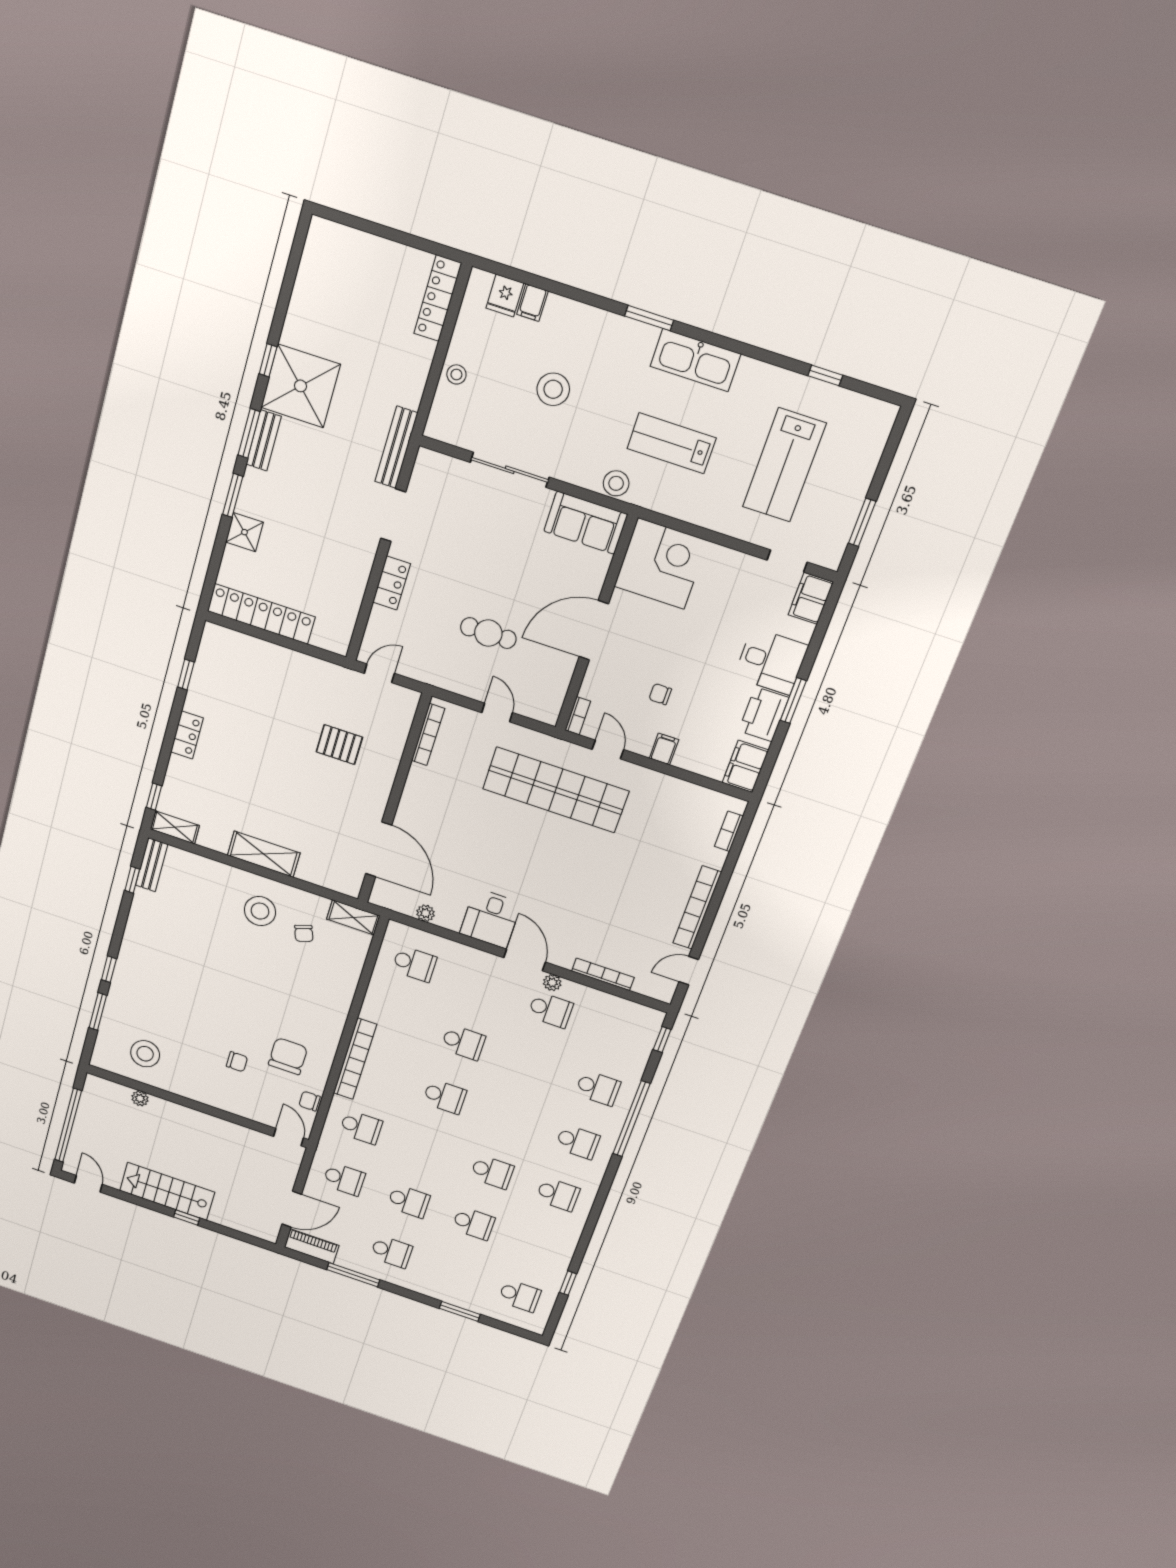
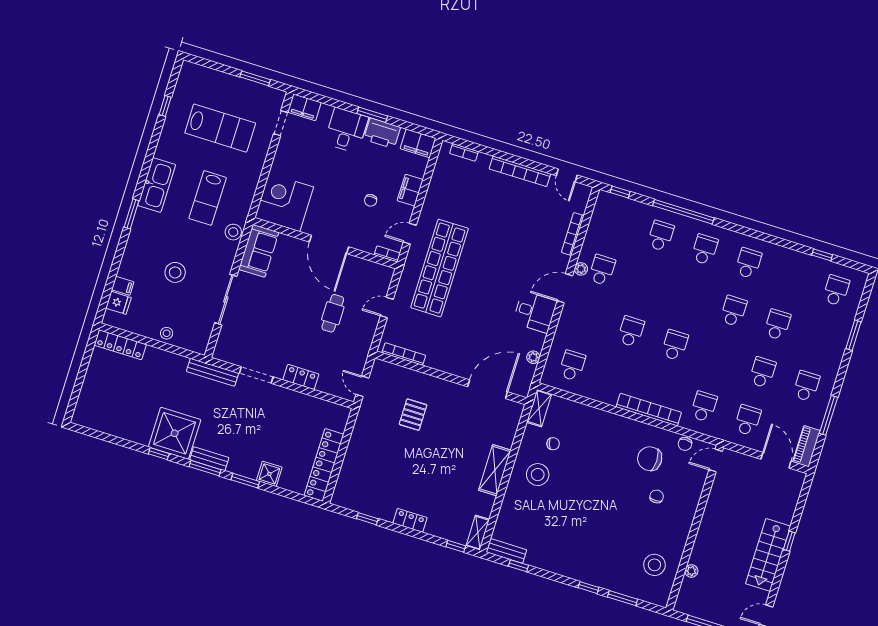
filing cabinet: (664, 749) -> (410, 190), width x2.00

